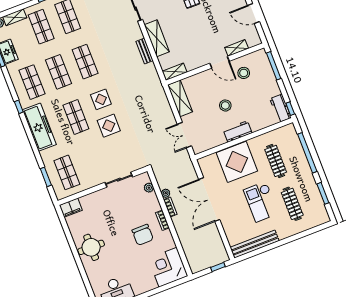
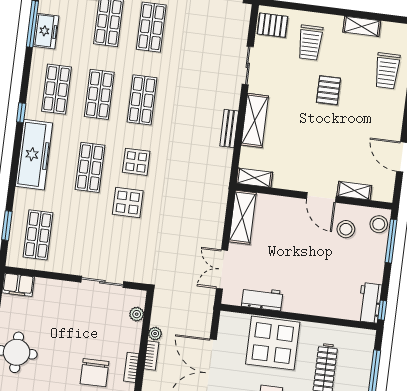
stool: (225, 105) -> (379, 224), moved
workbench: (238, 131) -> (262, 299), moved

